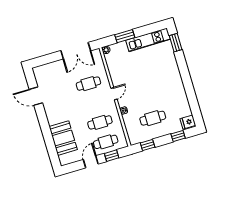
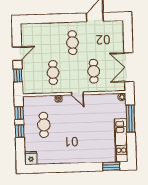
window: (125, 36) -> (130, 119), width x1.44
window: (178, 136) -> (20, 131), moved
booth: (63, 138) -> (47, 33), removed
cafe table: (106, 142) -> (72, 43), moved
door: (91, 162) -> (17, 54), hinge flipped

